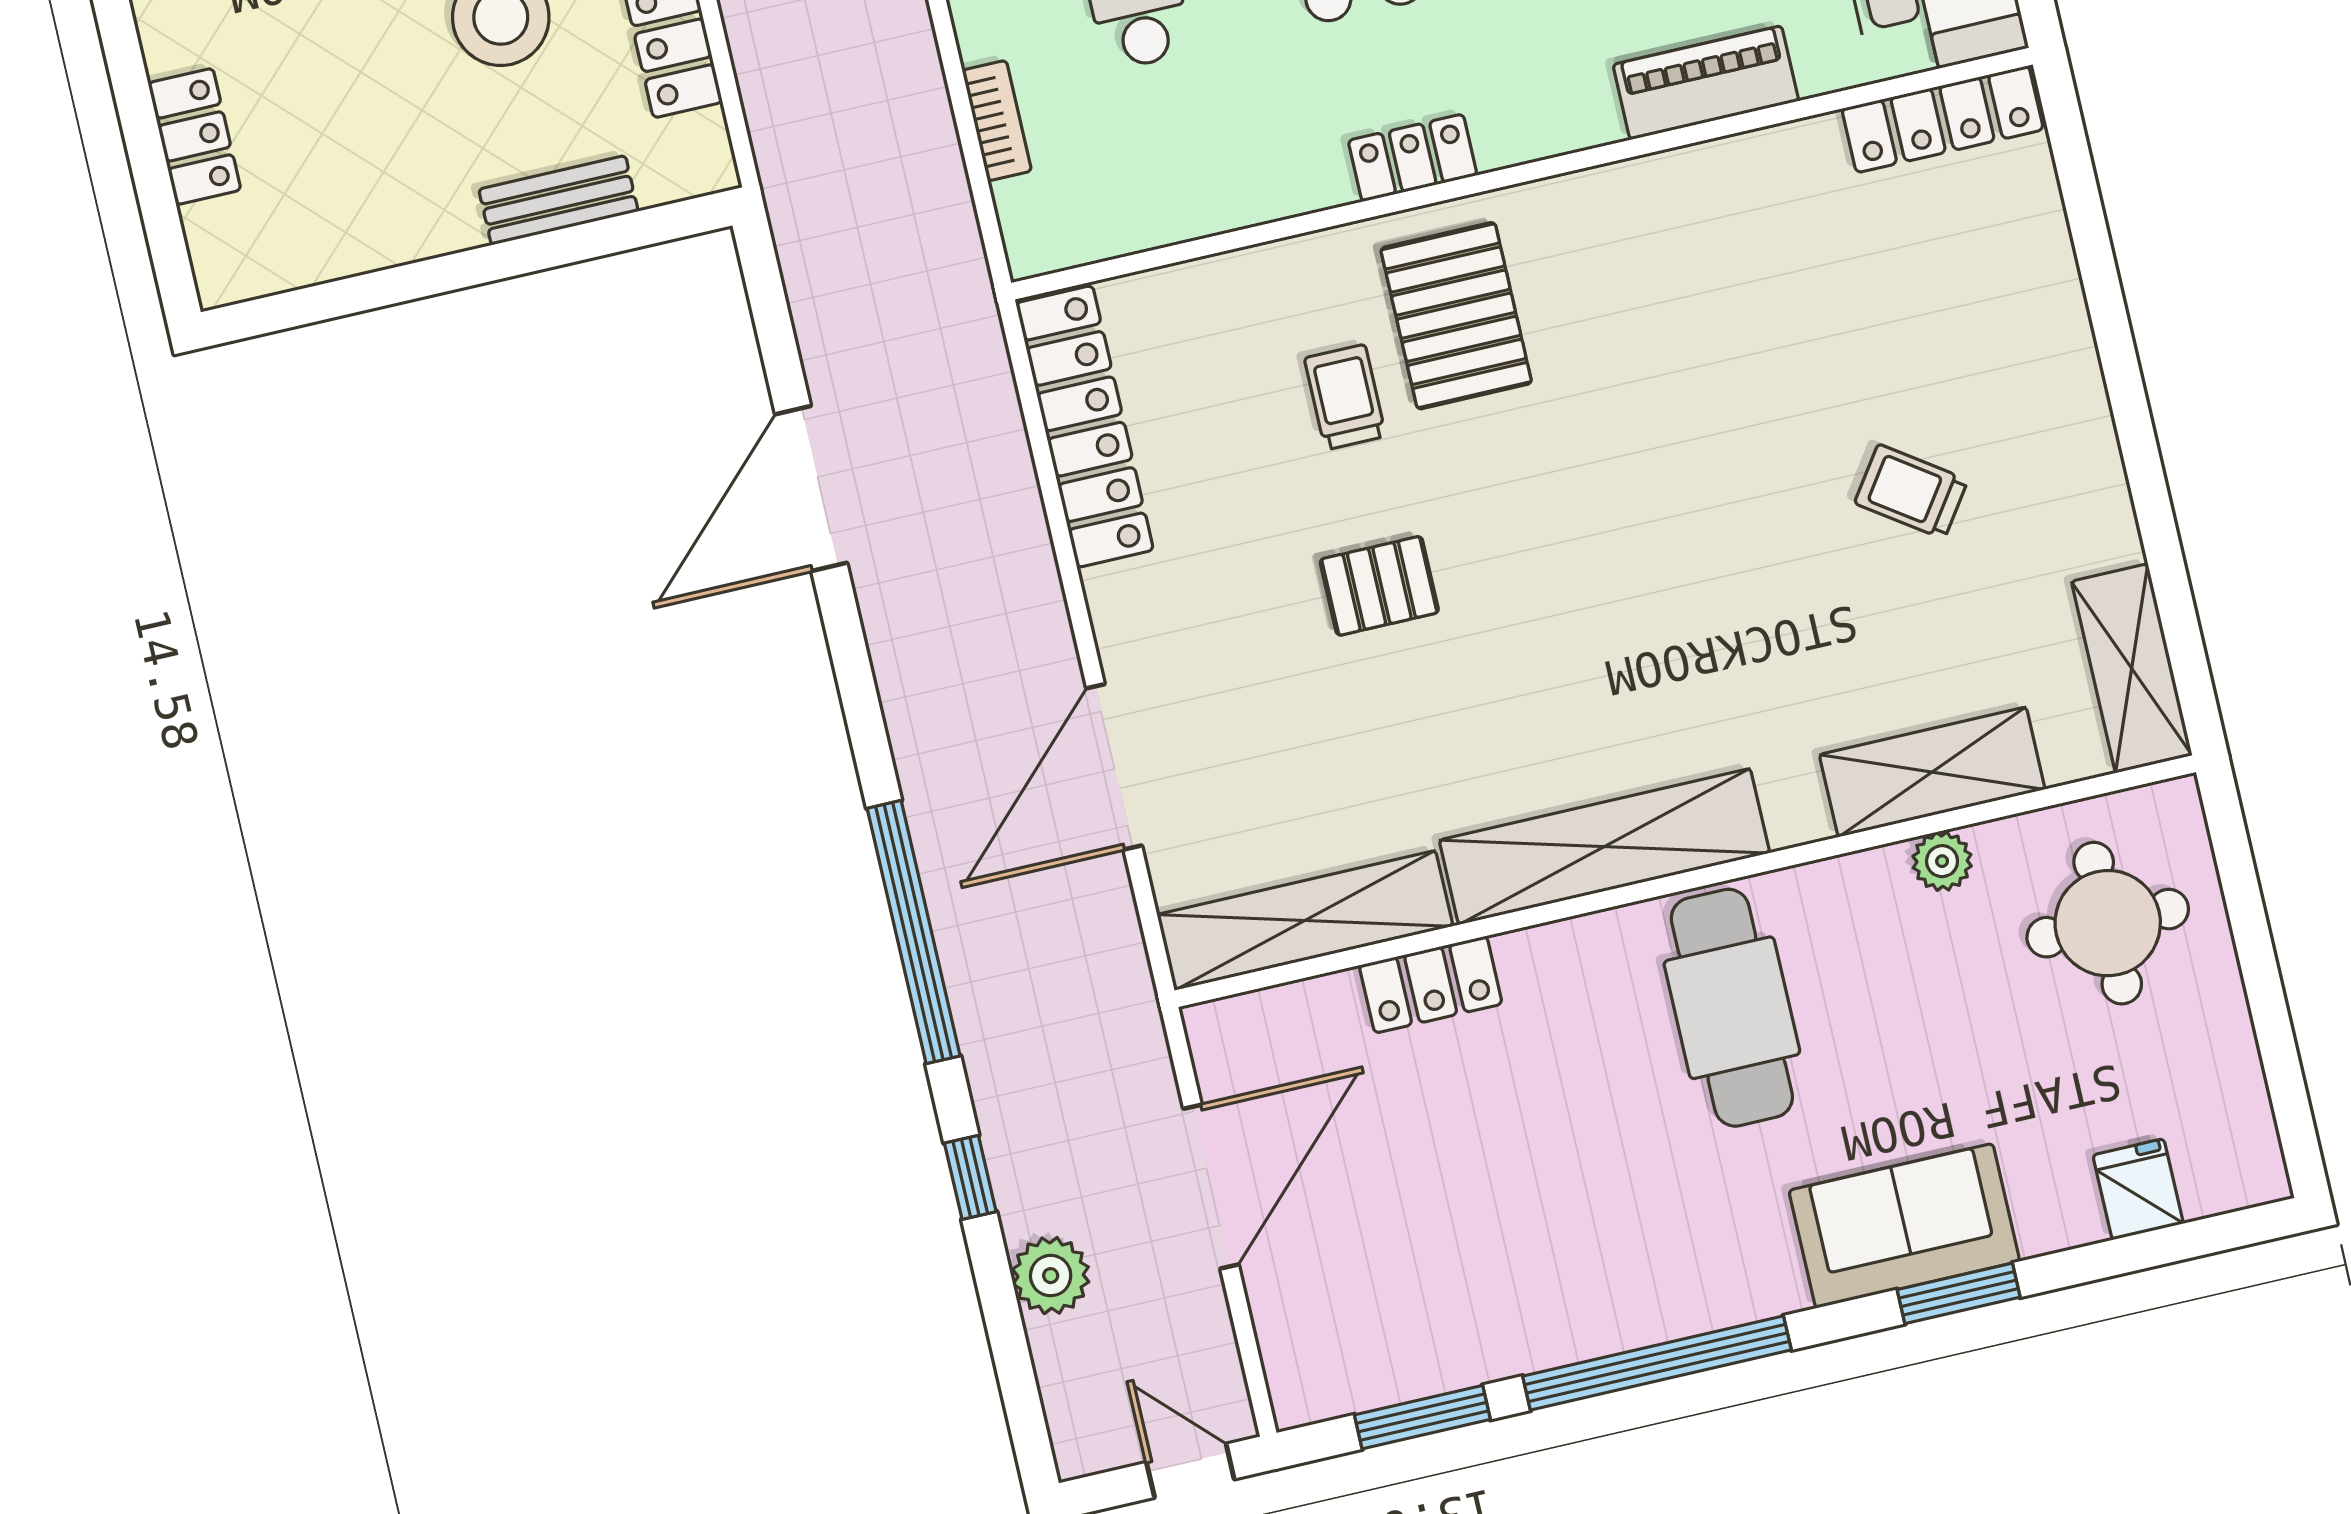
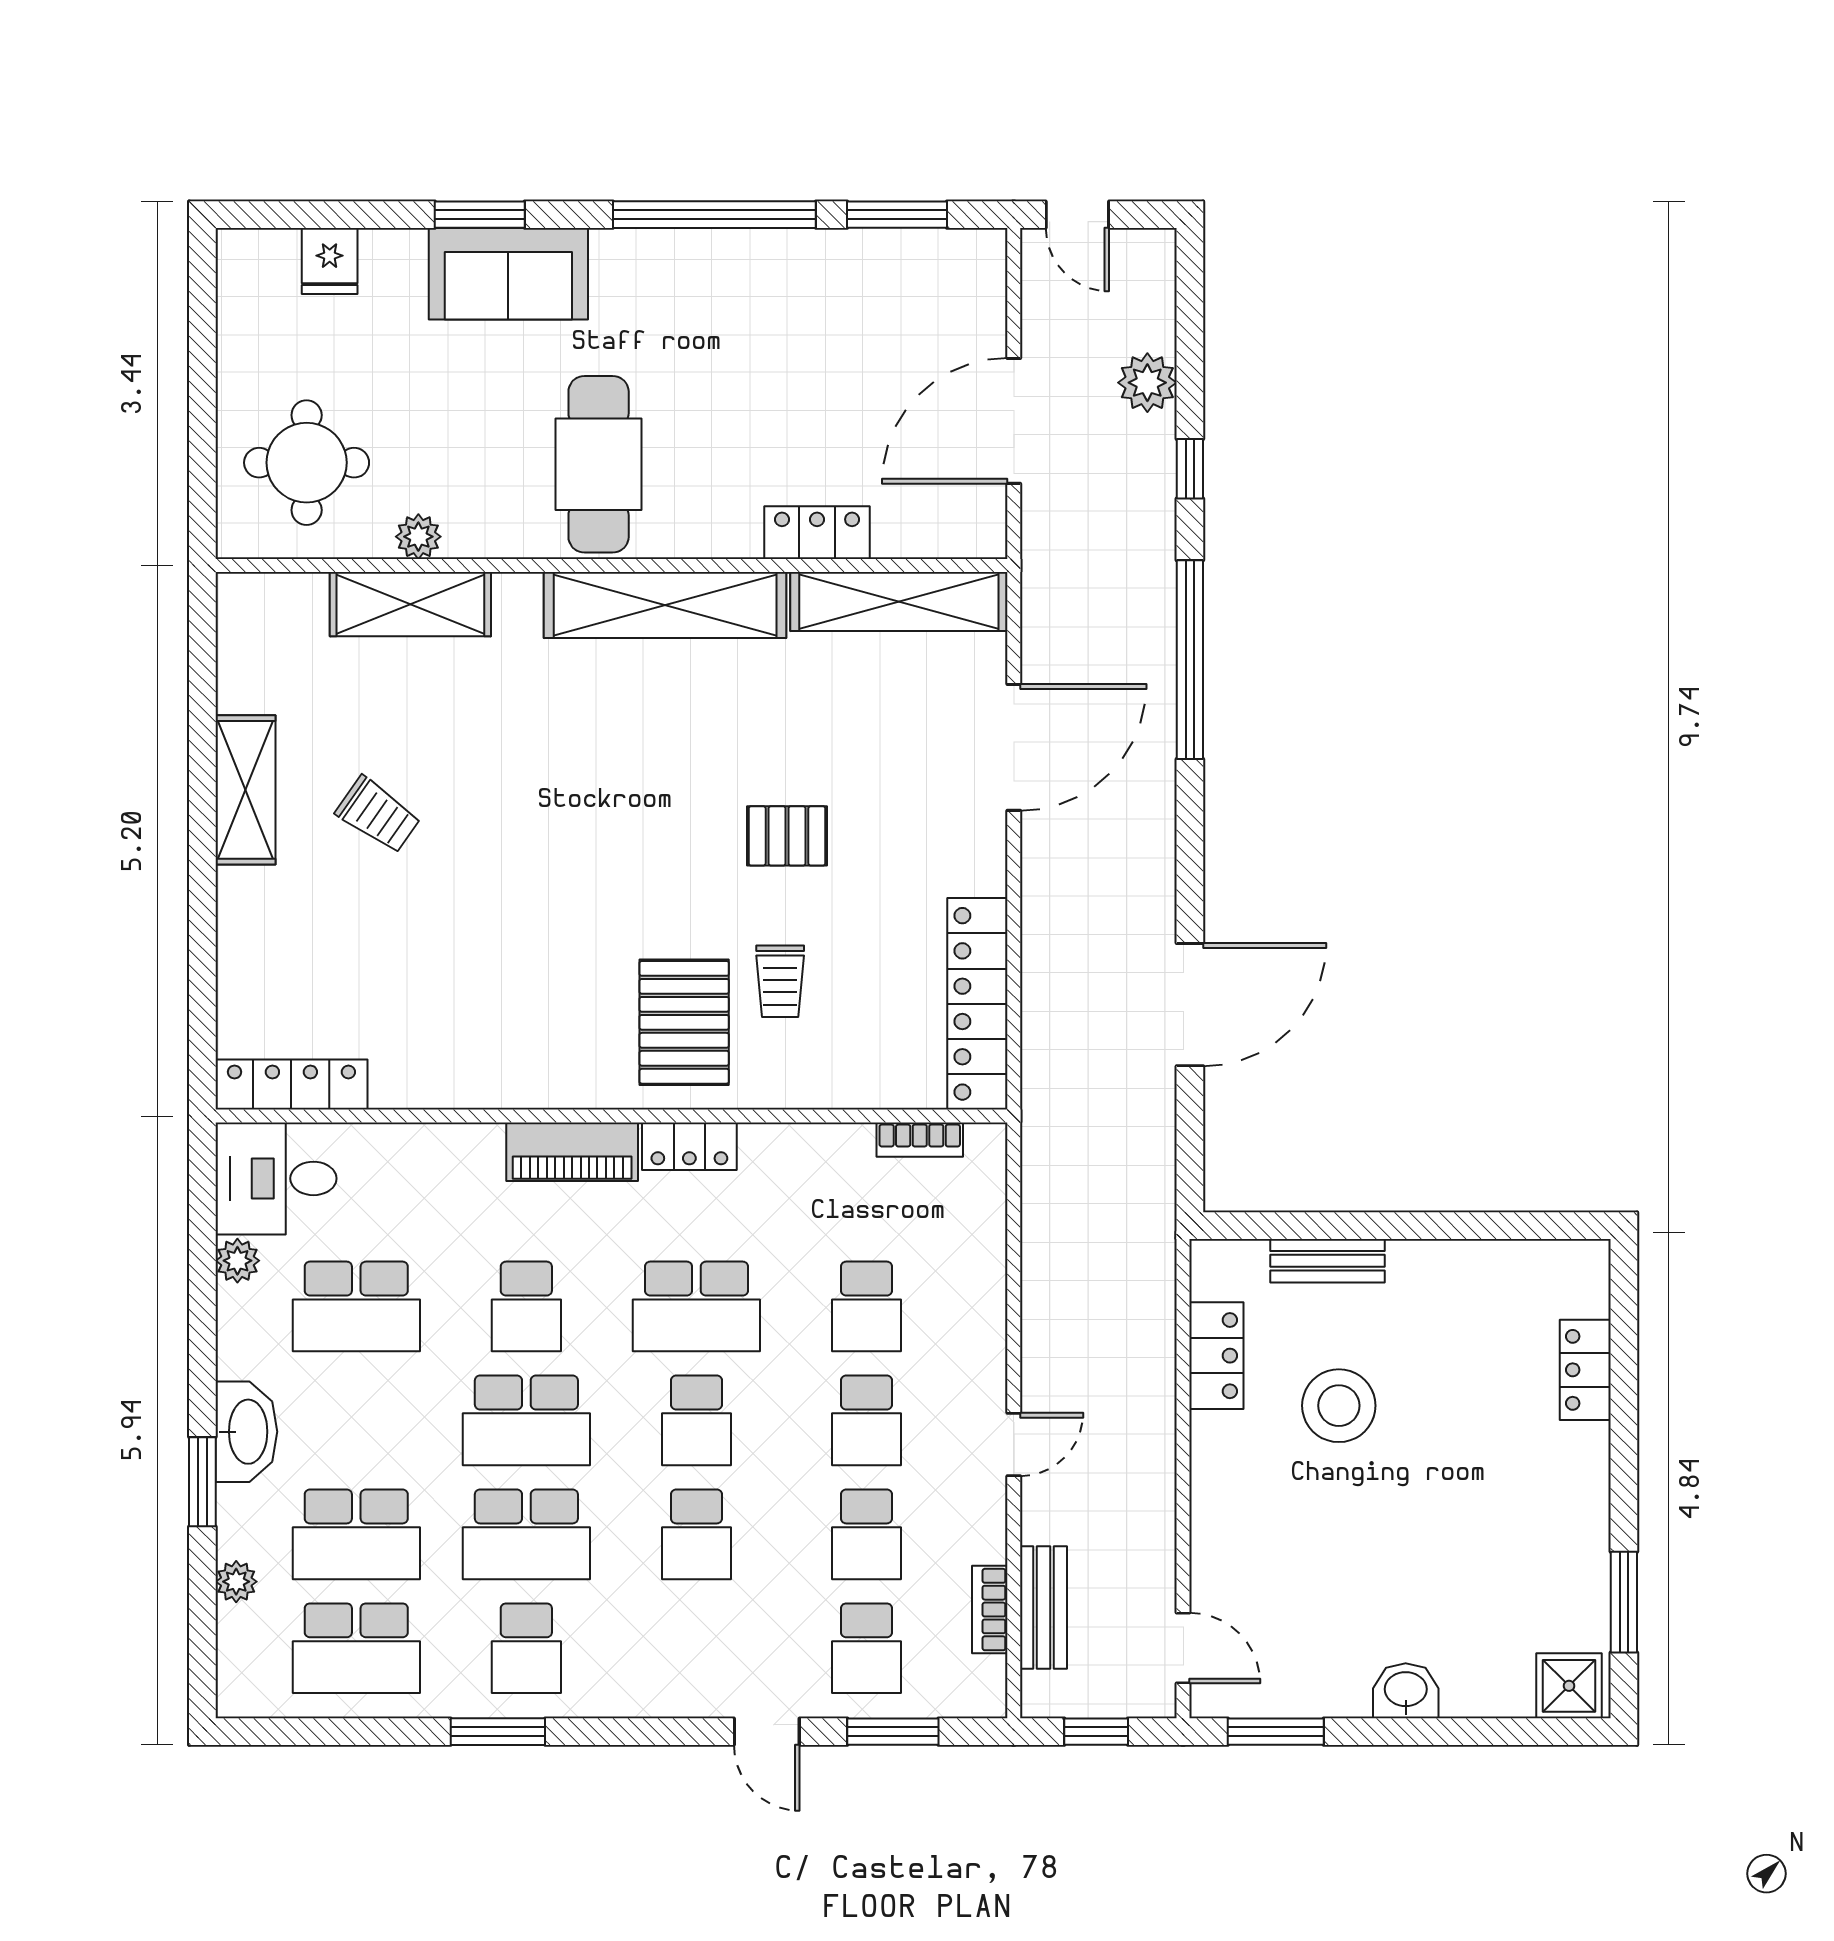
piano: (1706, 83) -> (572, 1152), moved
bookcase: (997, 121) -> (920, 1140), moved, turned -90
shelving: (2132, 668) -> (245, 790), moved

